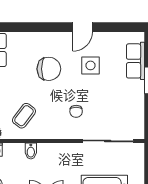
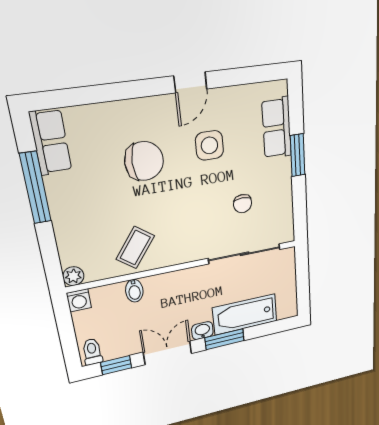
chair: (76, 111) -> (243, 204), moved
coffee table: (24, 116) -> (135, 248), moved

